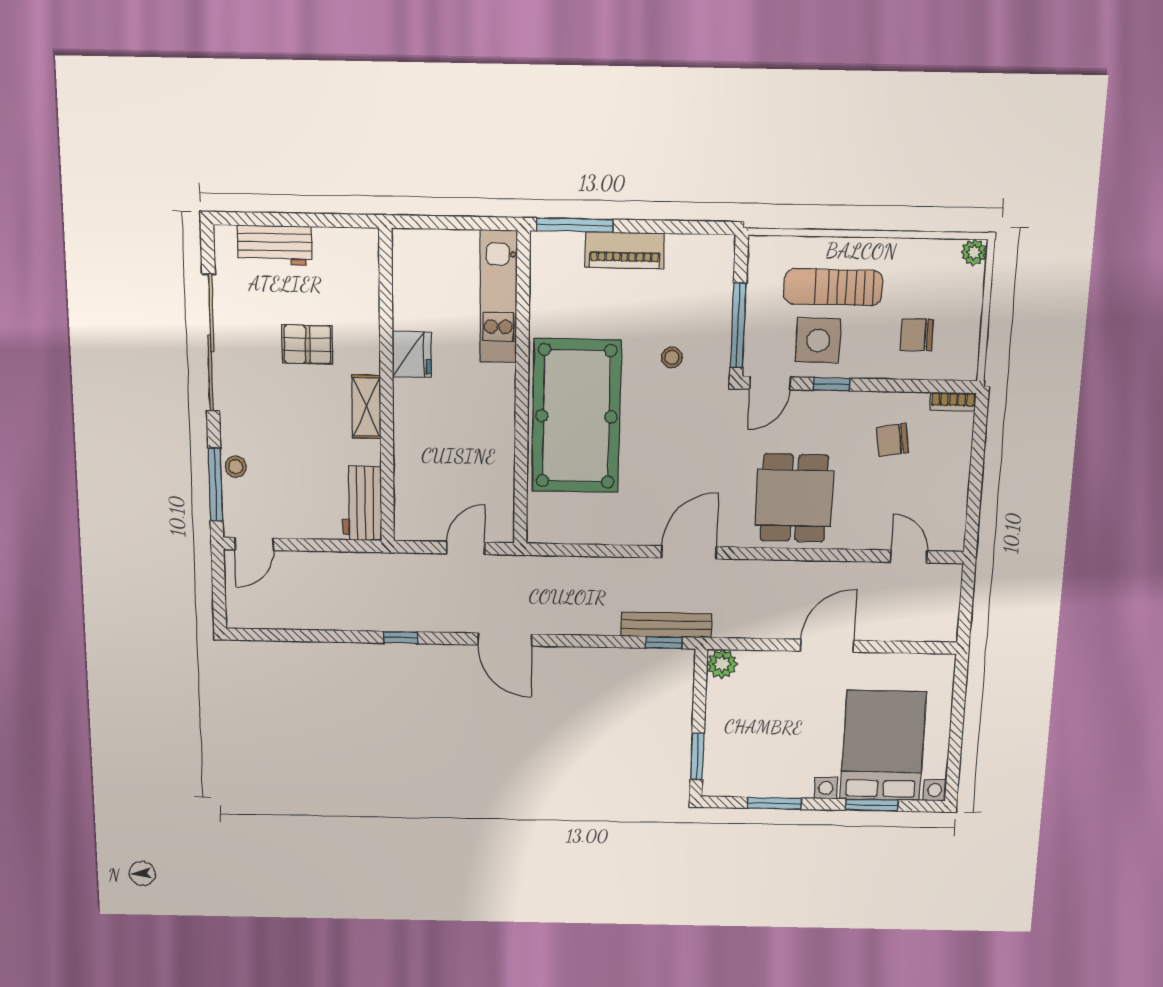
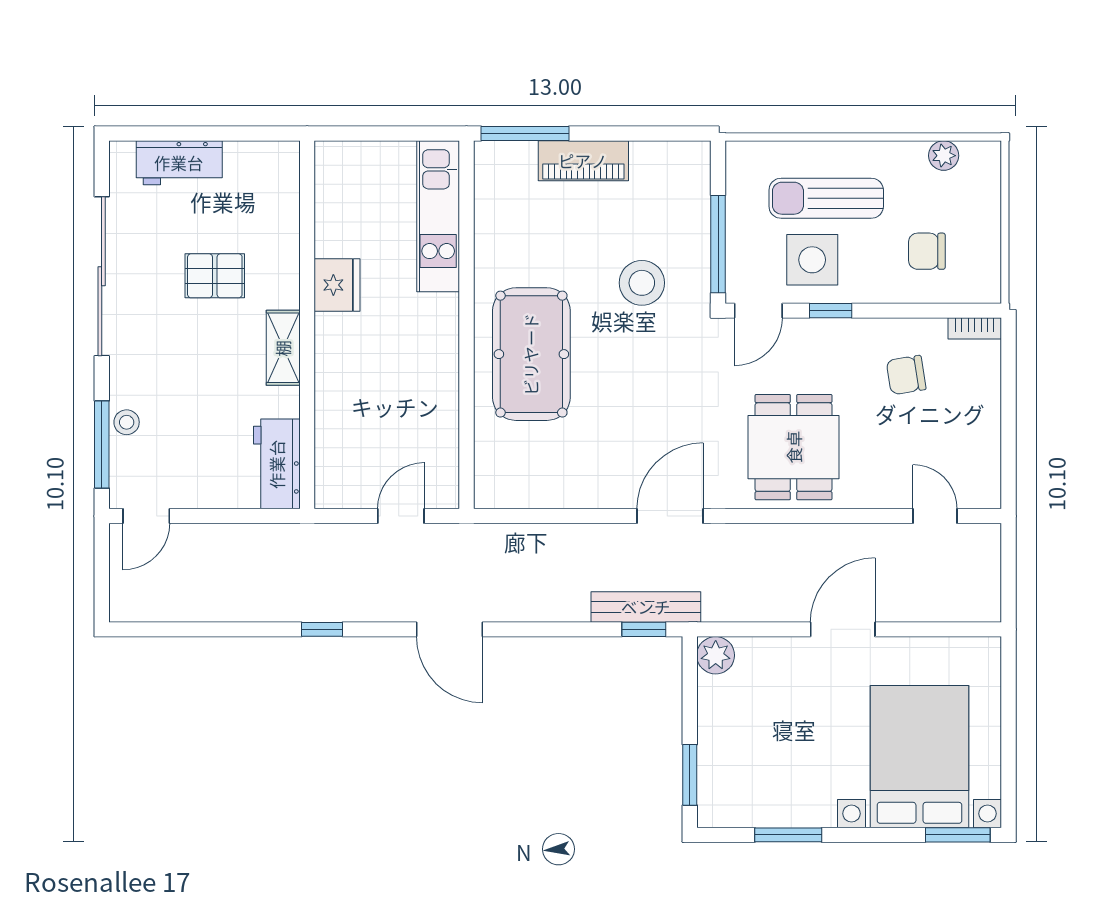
plant: (974, 252) -> (944, 156), moved
stool: (672, 357) -> (642, 283), width x1.89, depth x1.89
pool table: (576, 416) -> (531, 354), width x0.73, depth x0.76
window: (872, 805) -> (958, 835), moved

